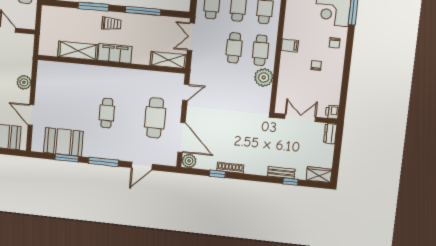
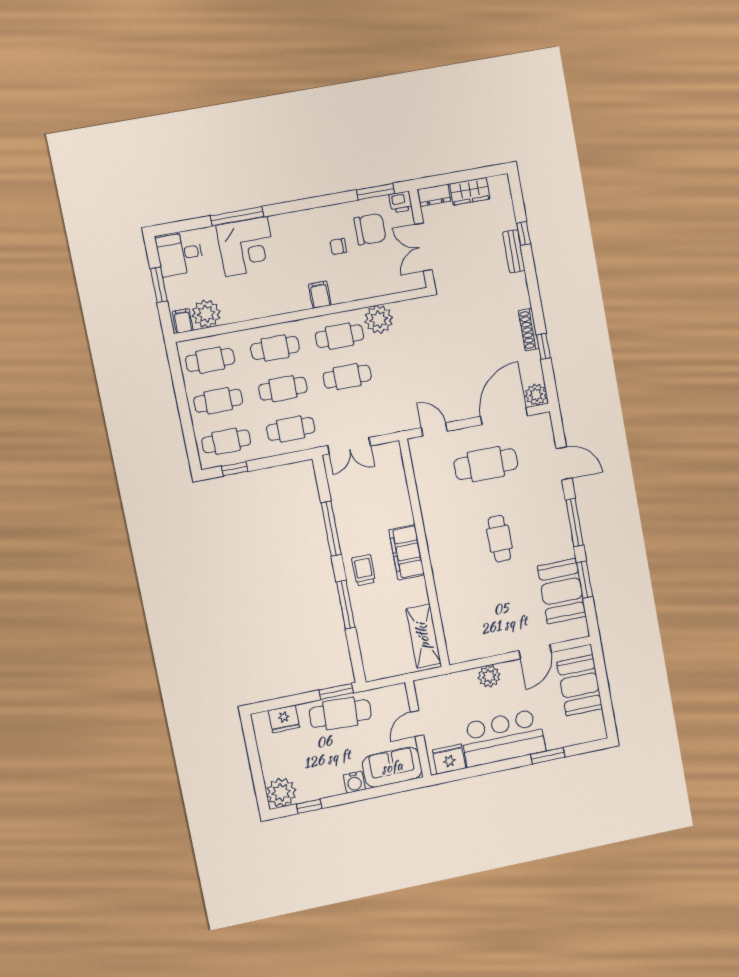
chair: (335, 43) -> (370, 229), moved, width x1.87, depth x1.87
shelving: (78, 51) -> (423, 636), moved
shelving: (168, 60) -> (394, 469), removed
window: (343, 98) -> (375, 192), added
cafe table: (107, 113) -> (499, 539), turned 90
wardrobe: (319, 175) -> (470, 191), moved, turned -90

